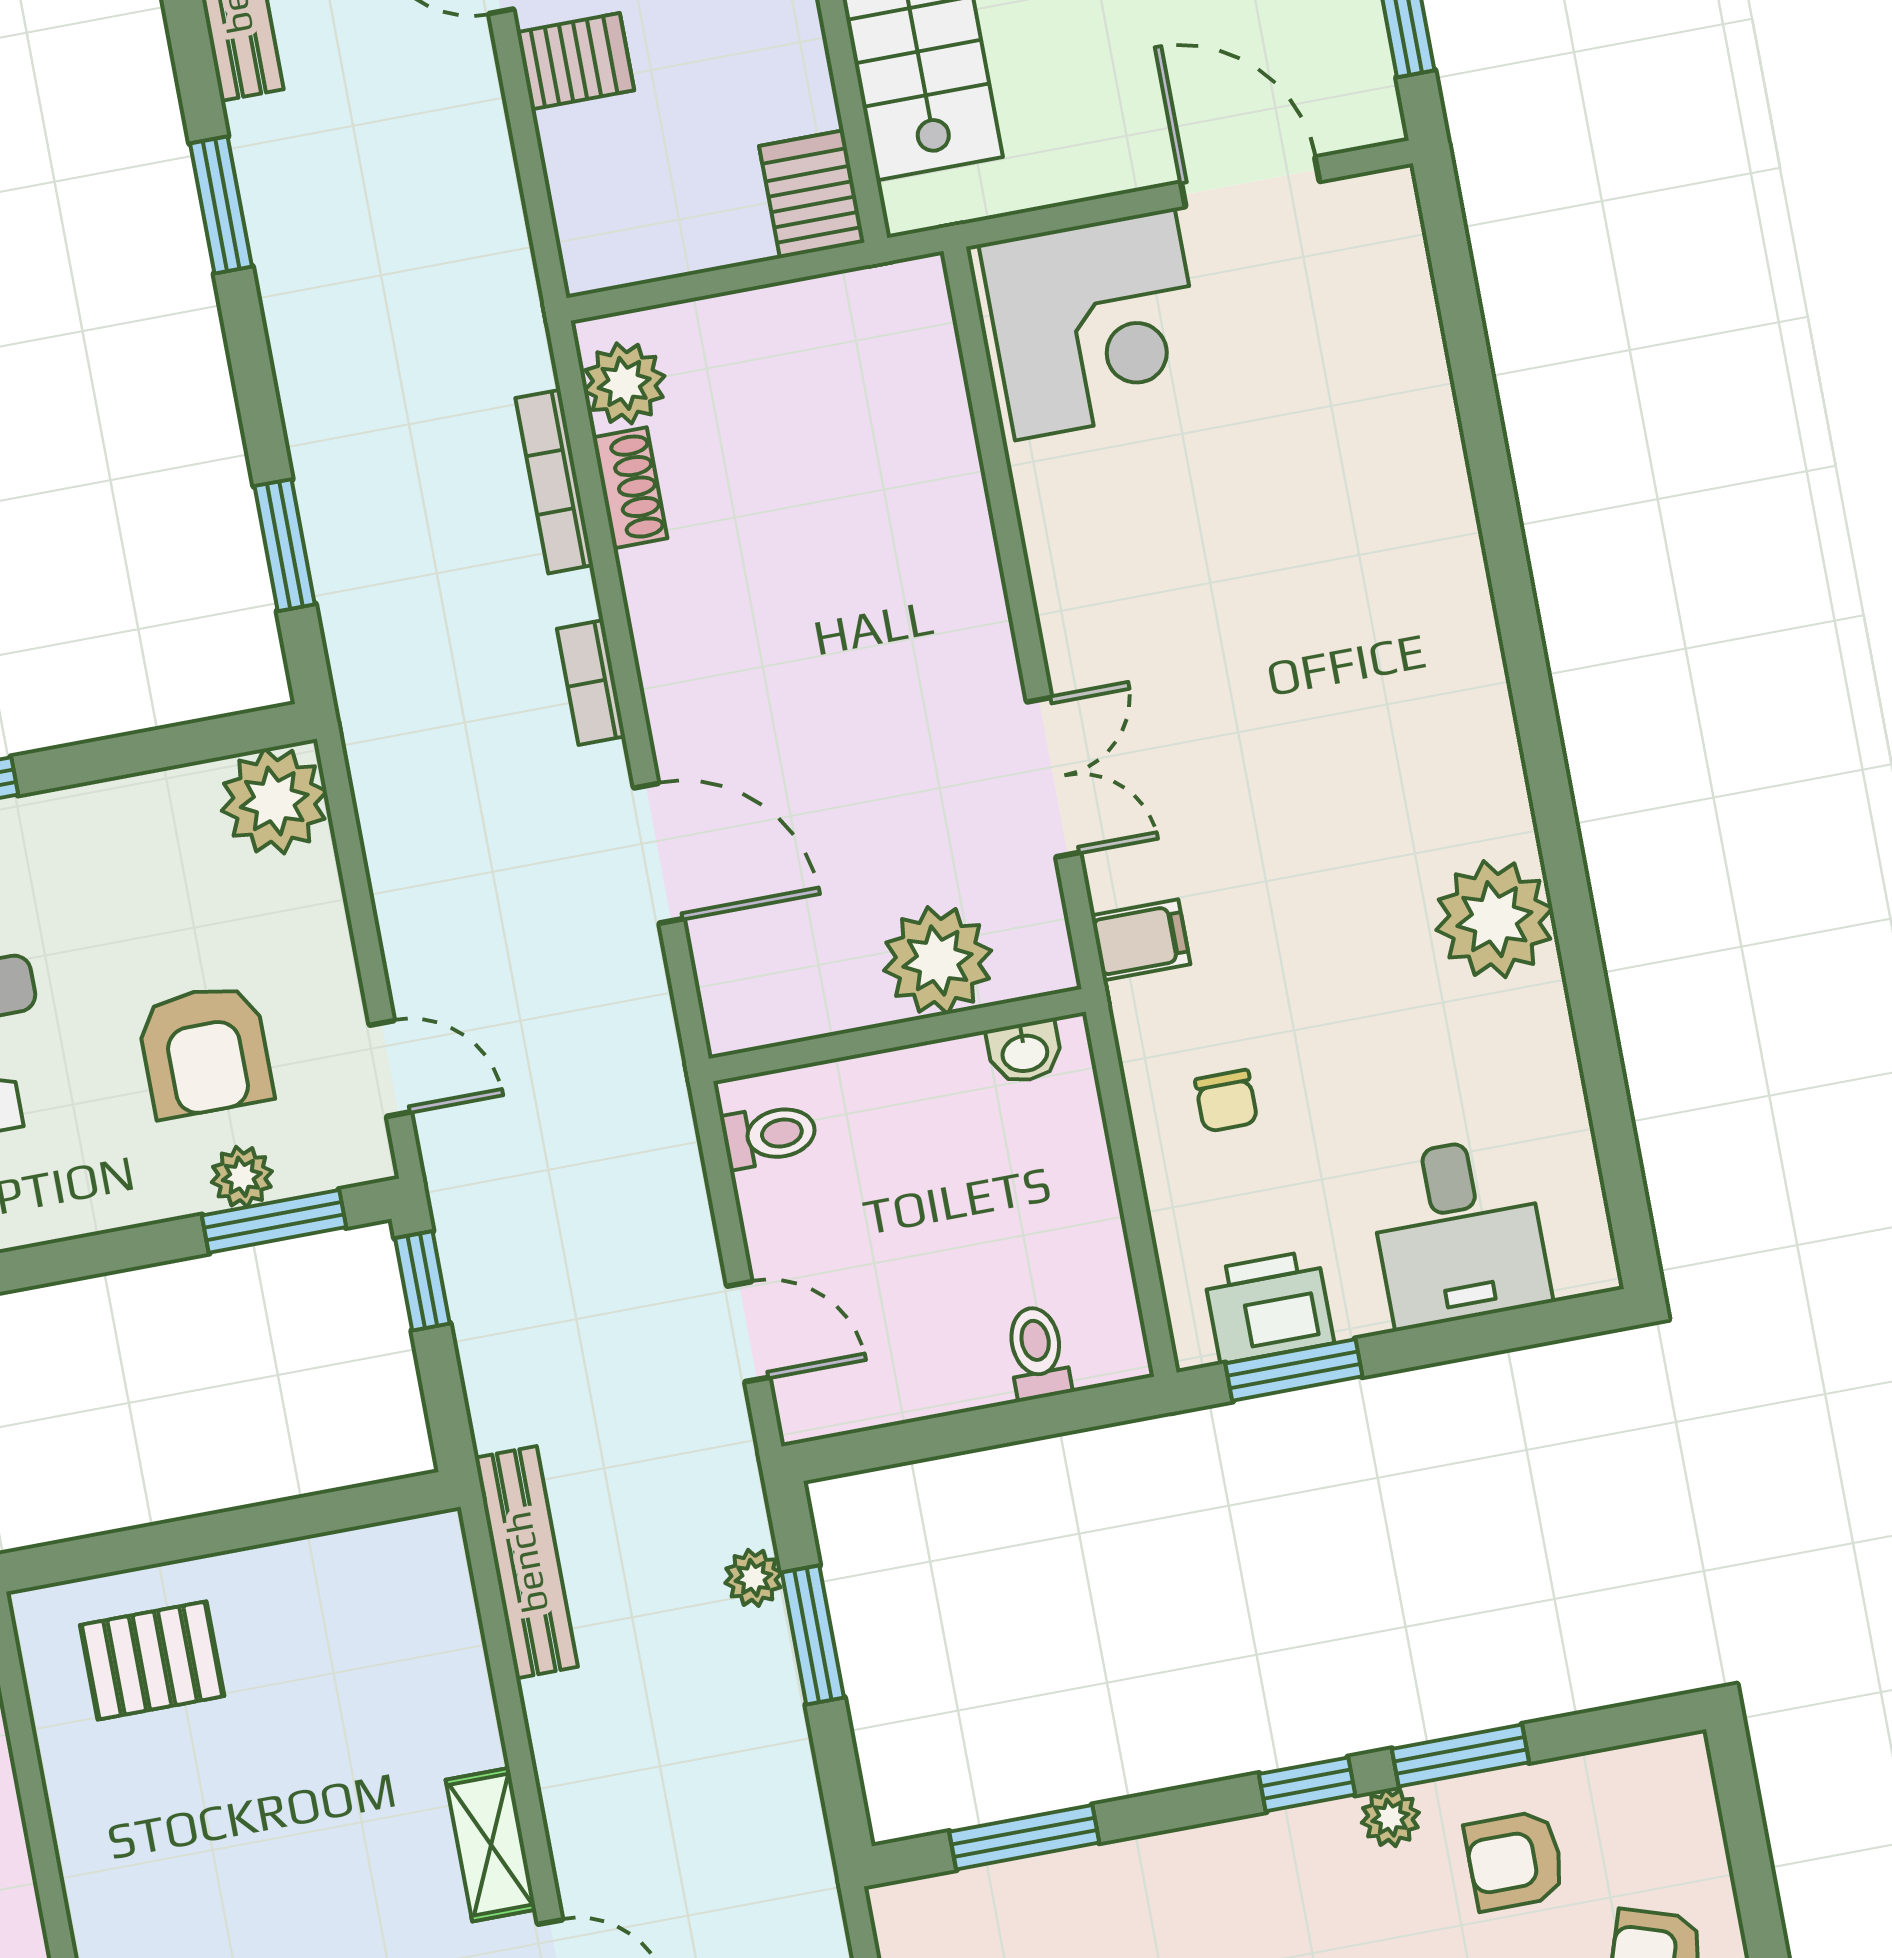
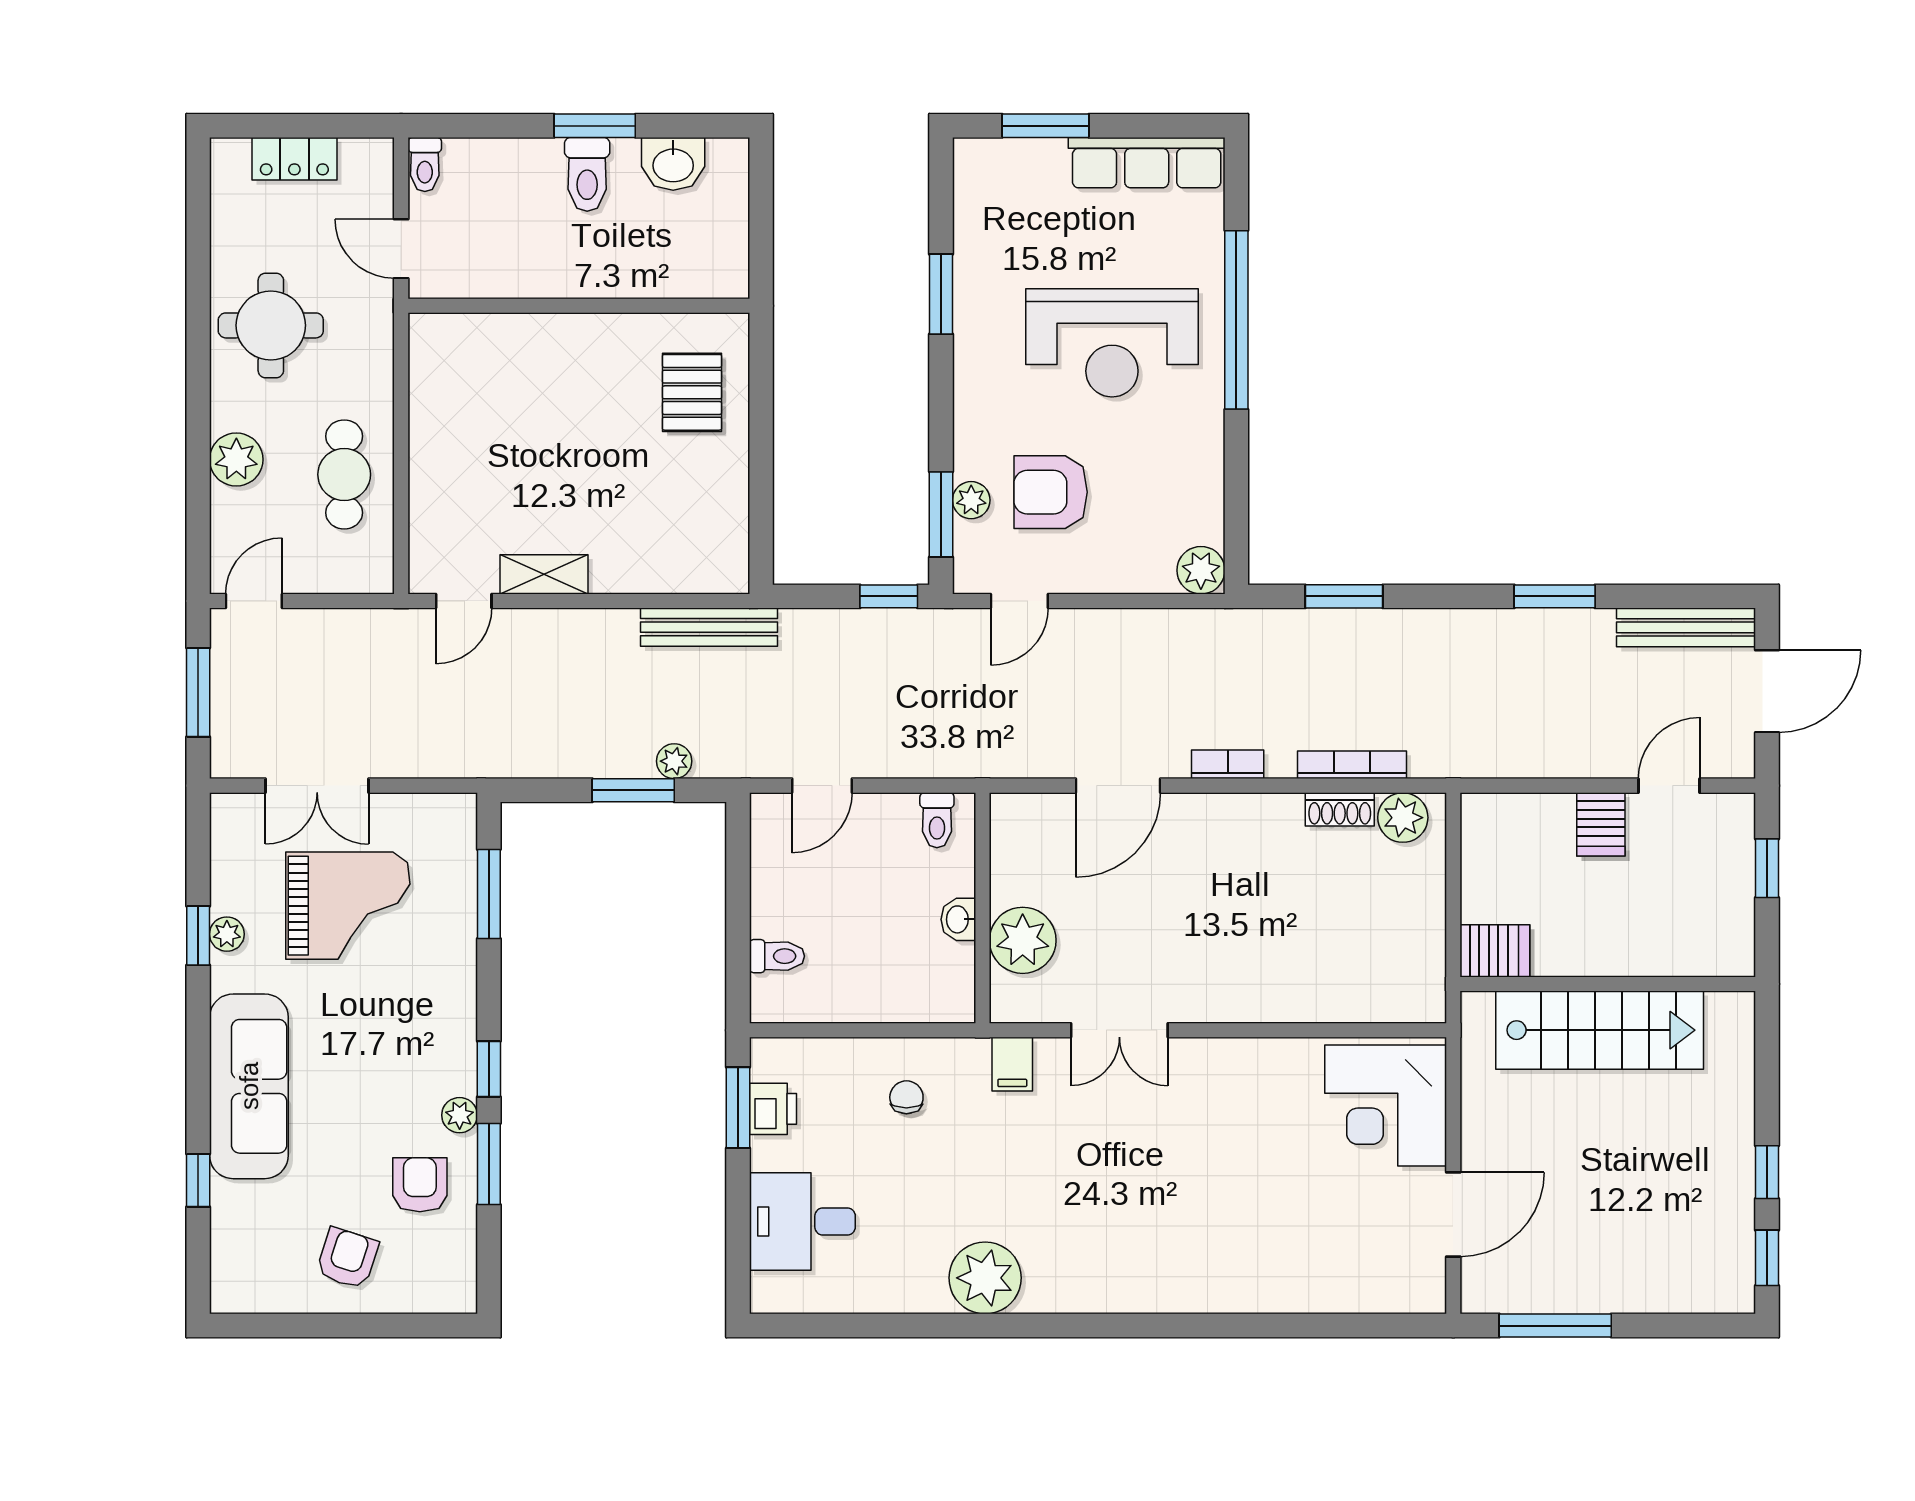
plant: (274, 801) -> (1201, 570), width x0.73, depth x0.73
washbasin: (1025, 1052) -> (958, 919), moved
chair: (1226, 1101) -> (906, 1097), turned 90
printer: (1269, 1307) -> (773, 1109), width x0.73, depth x0.81

